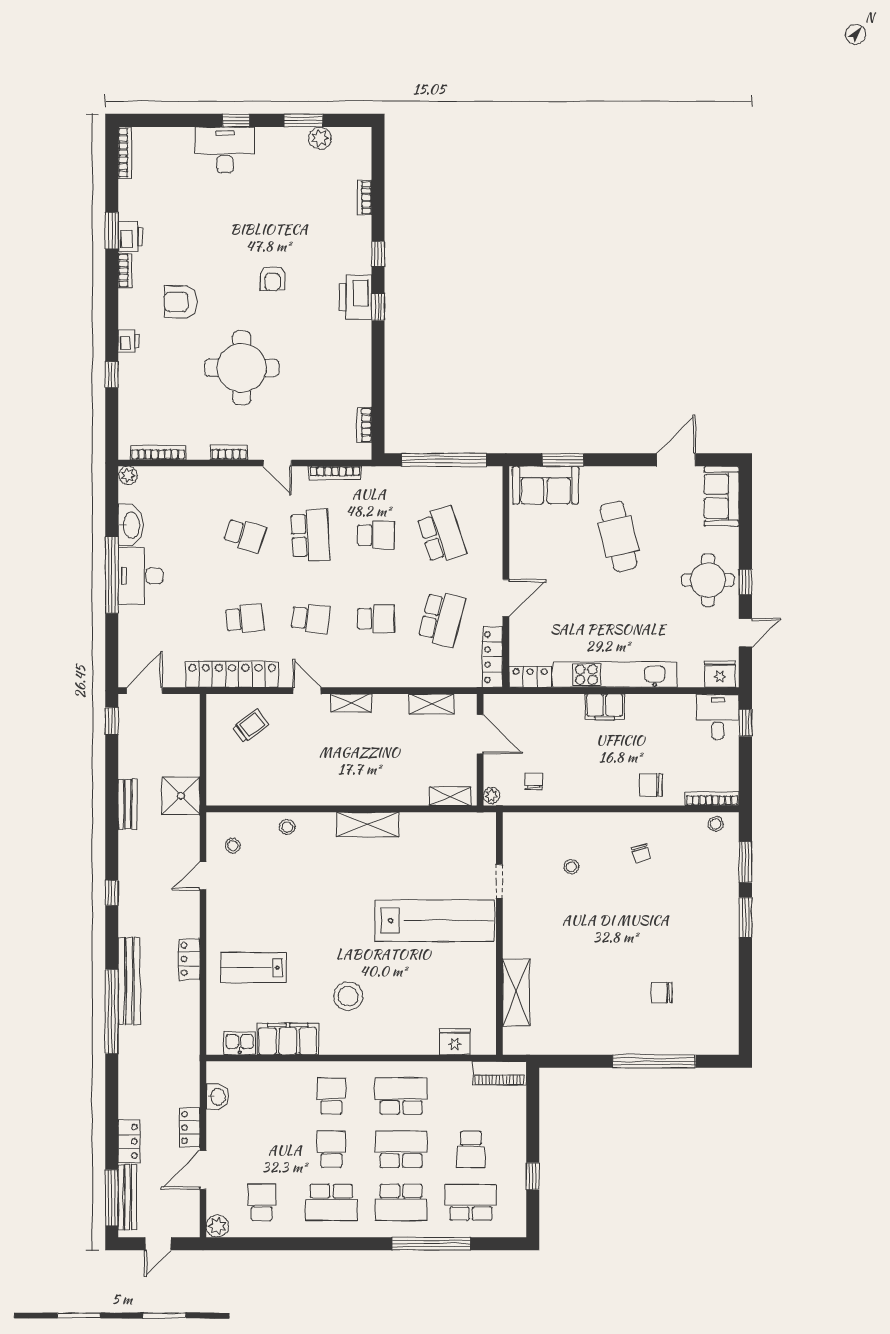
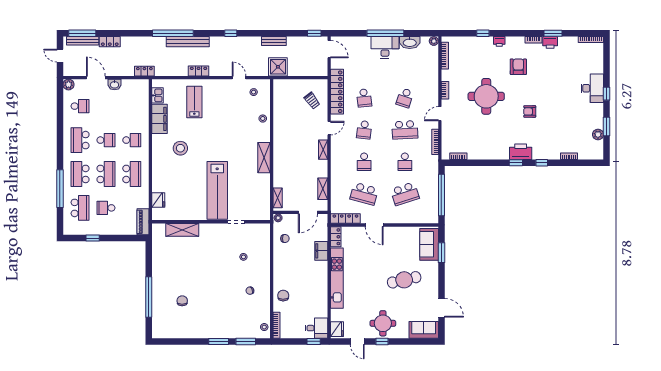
filing cabinet: (605, 707) -> (321, 251), moved
washbasin: (217, 1097) -> (114, 85), moved
locker: (190, 1128) -> (144, 71), moved

